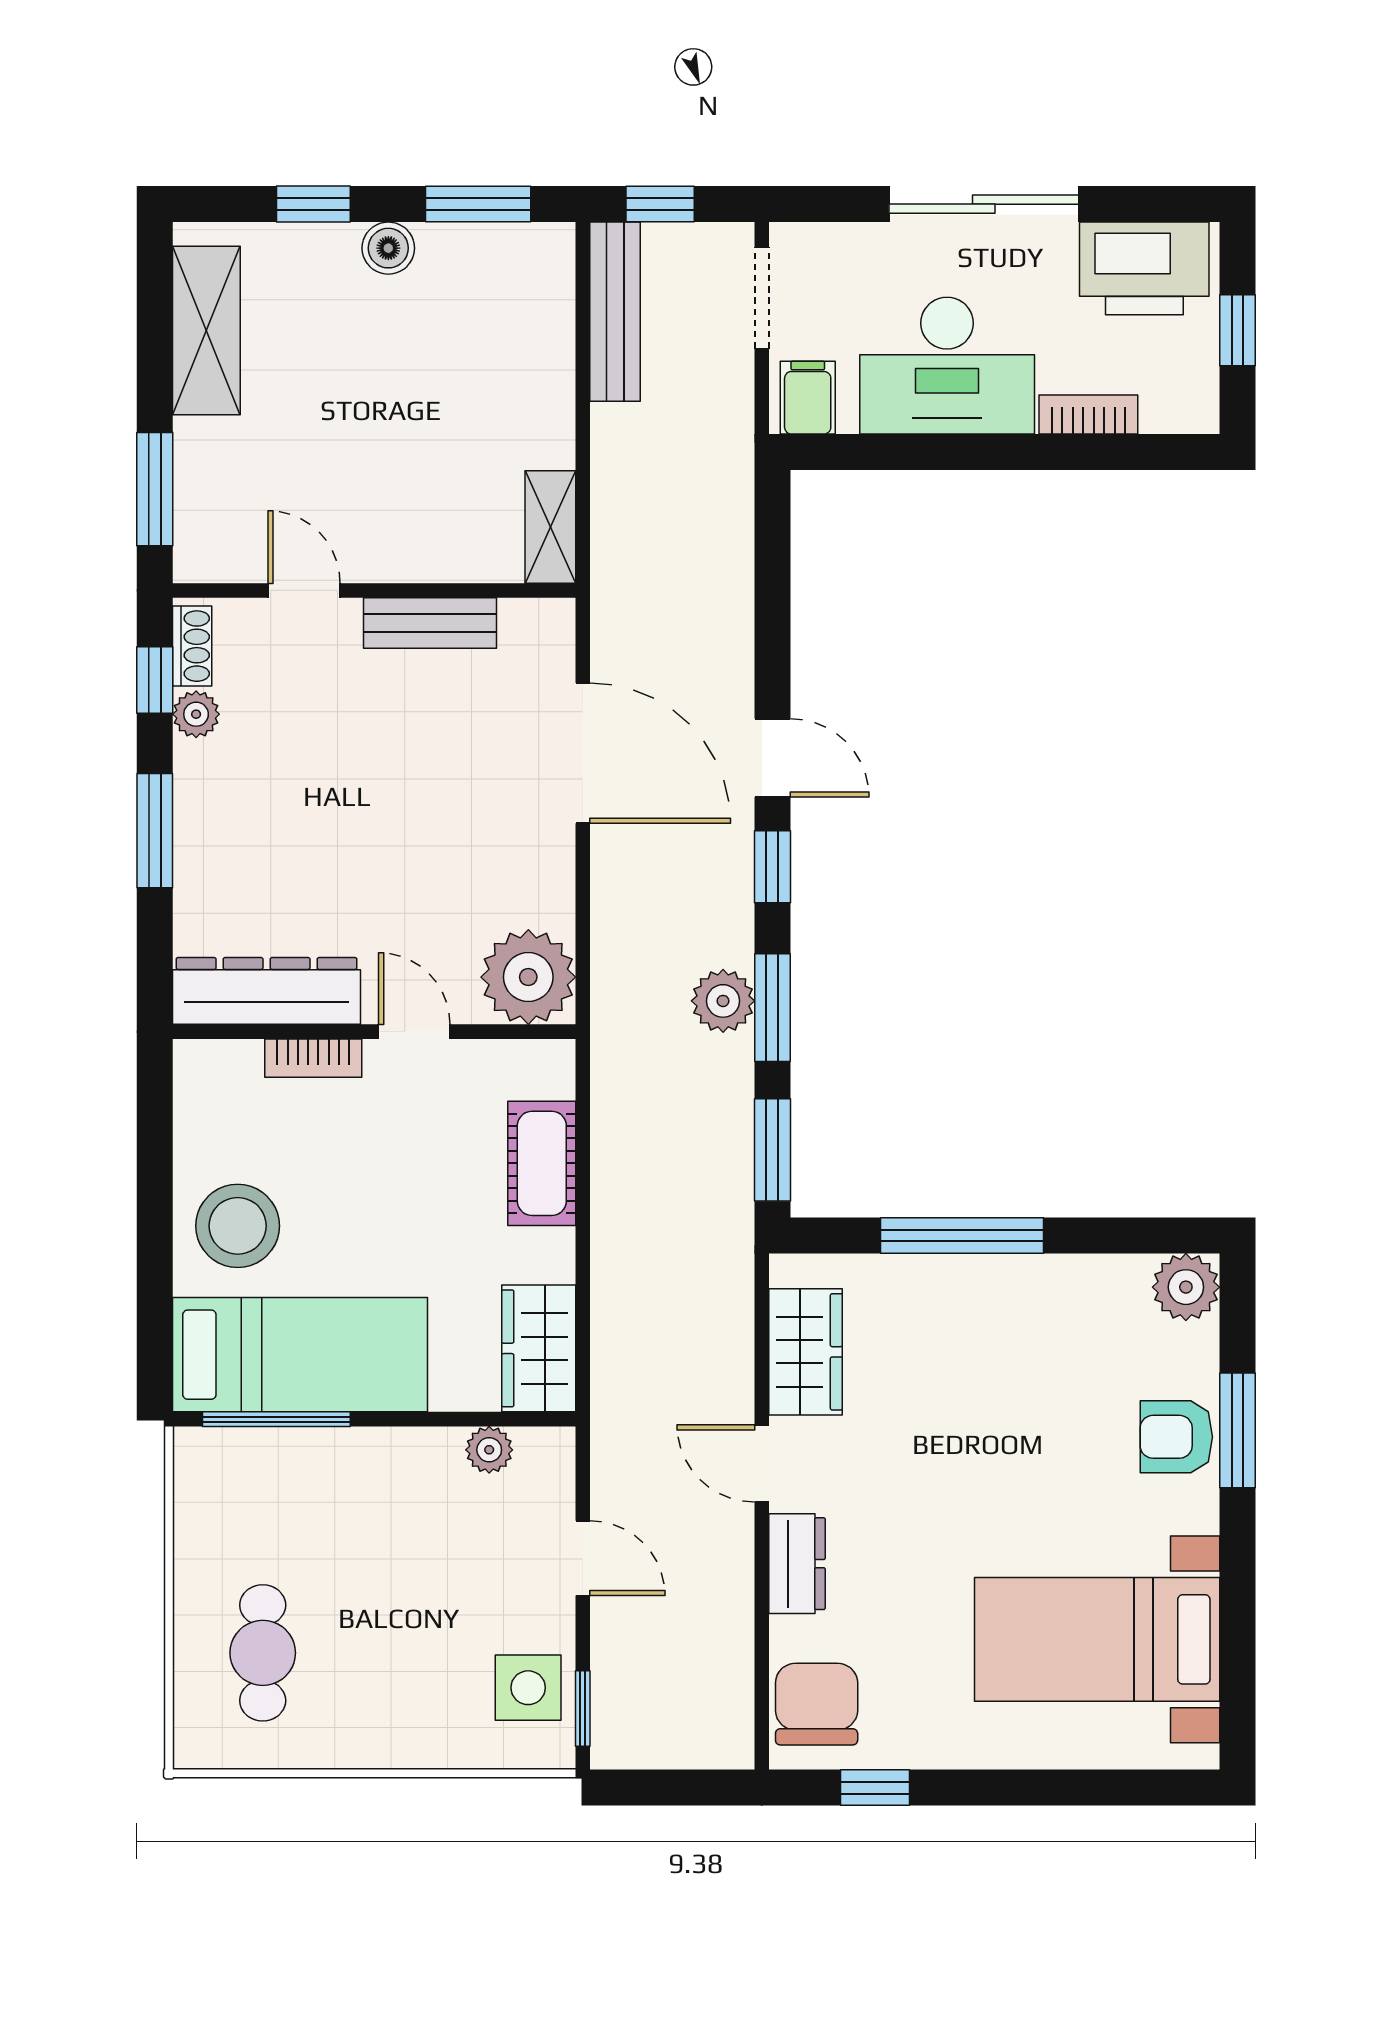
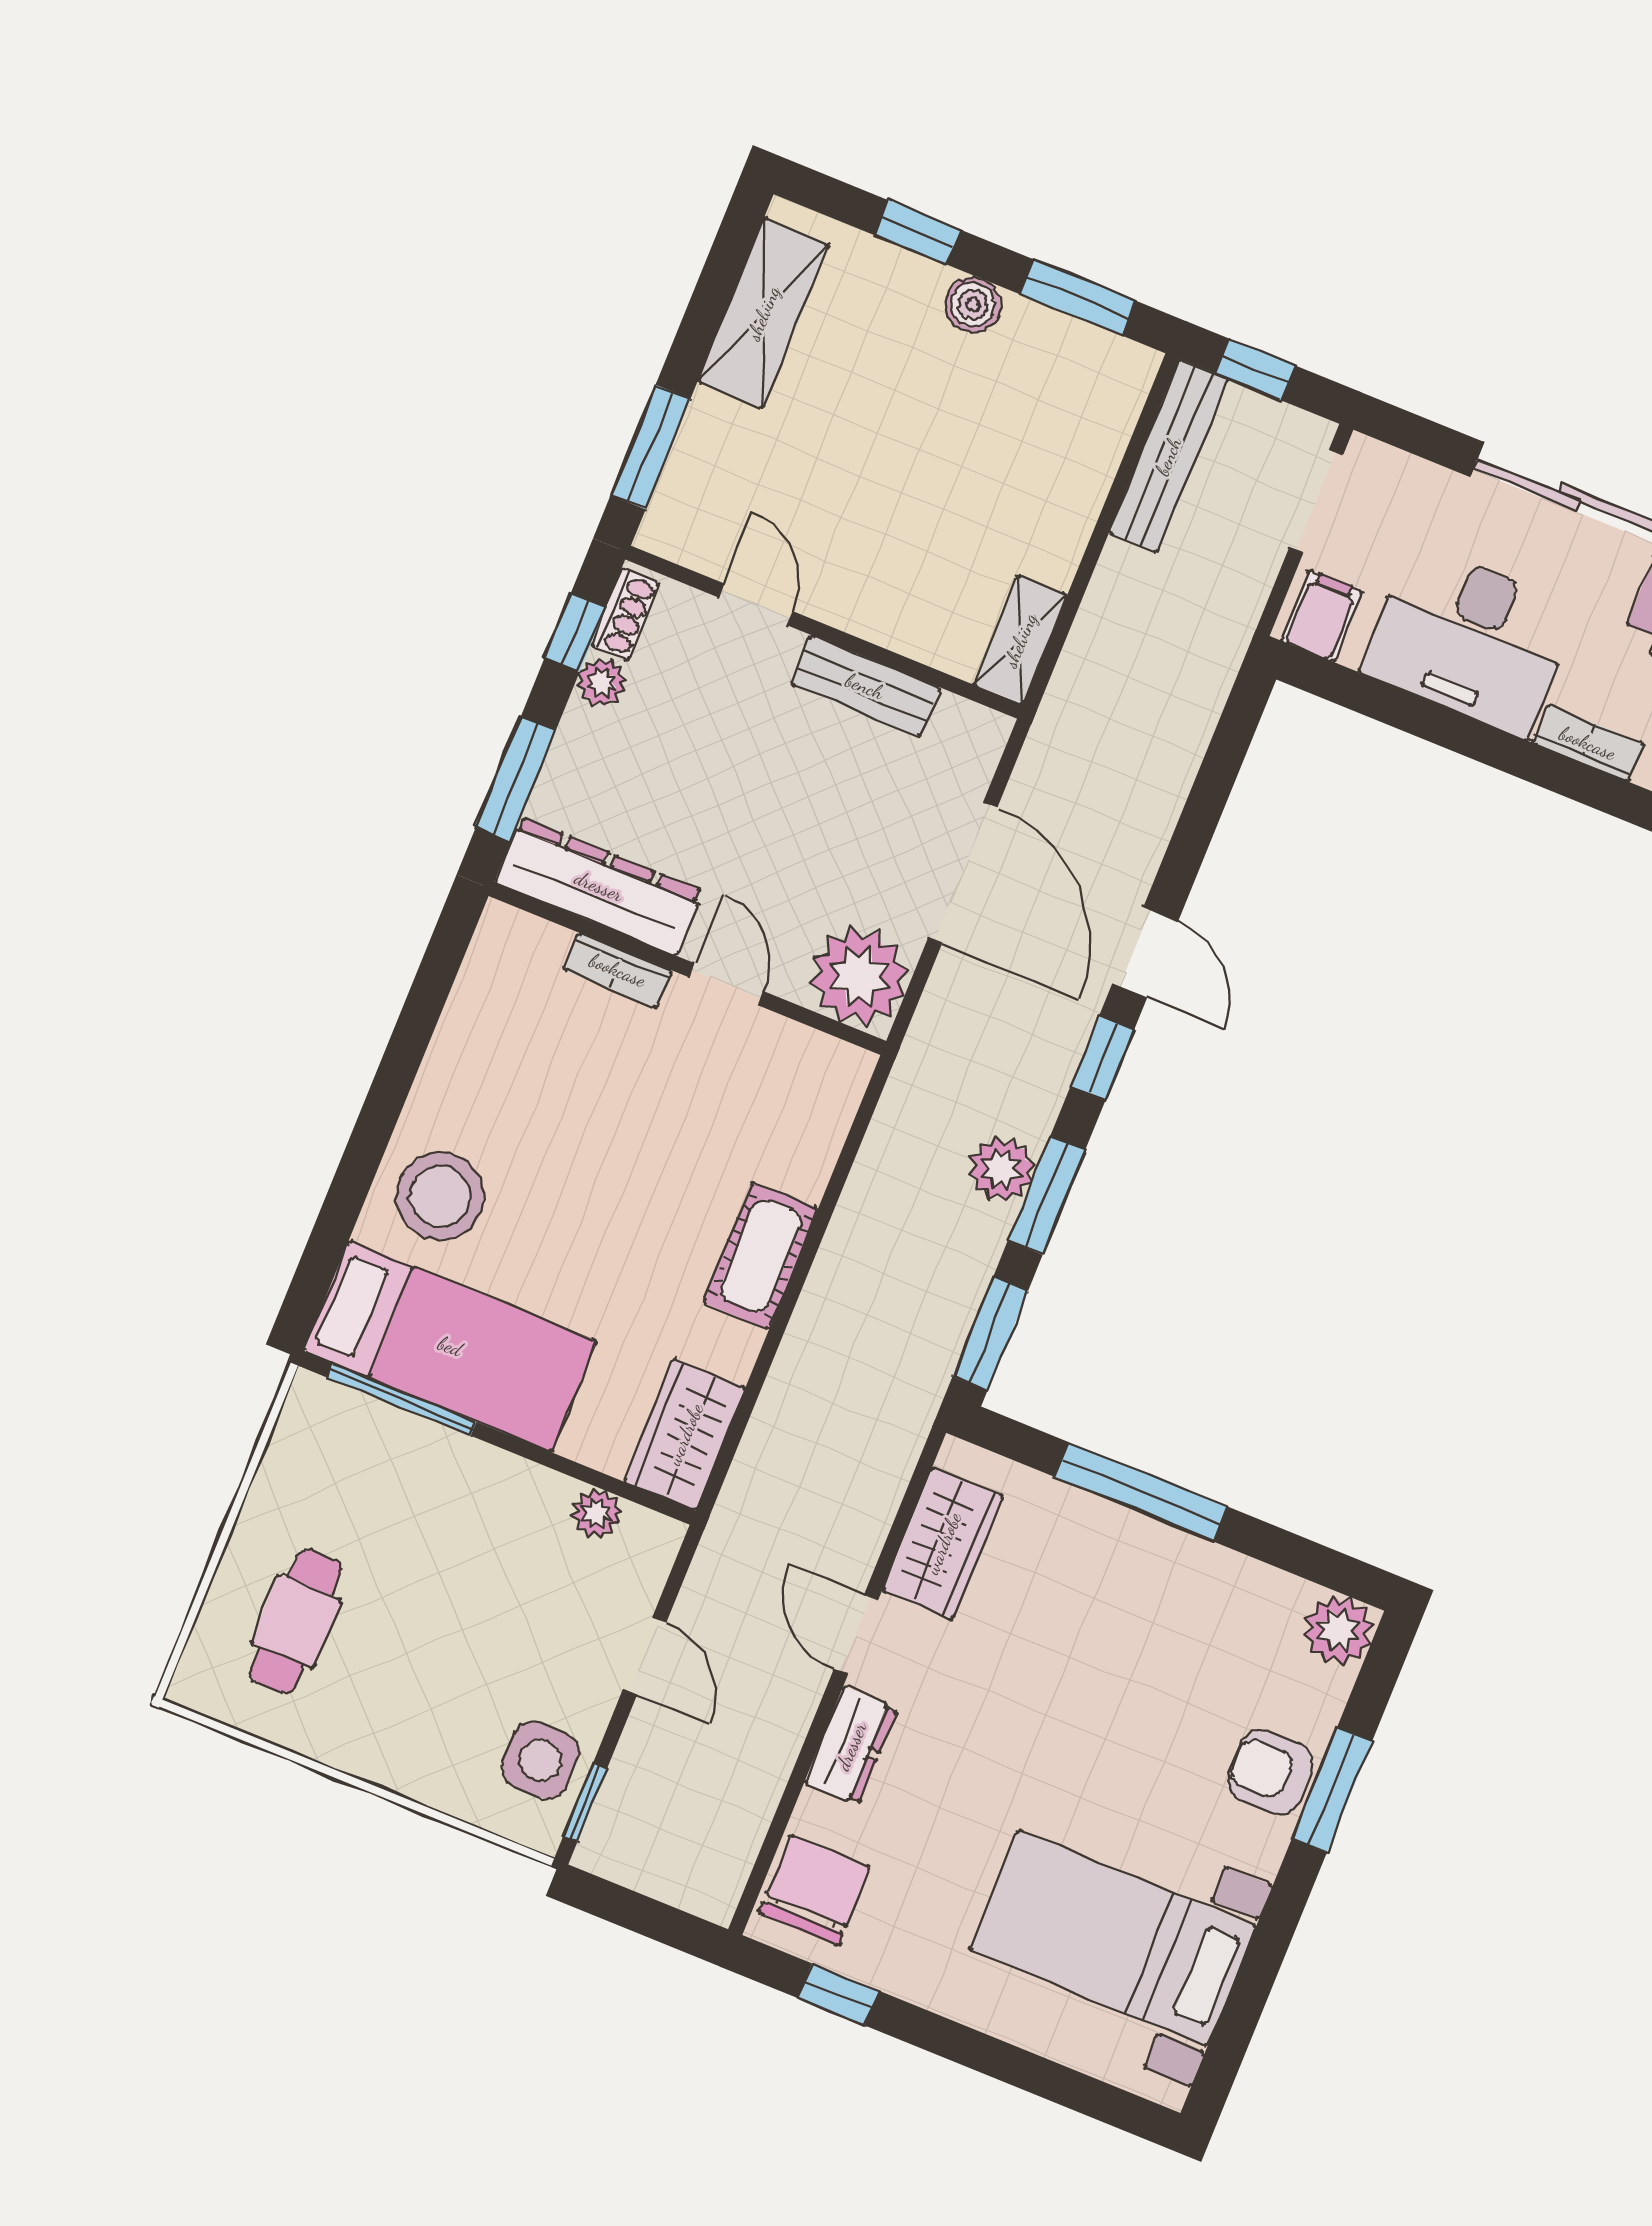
plant: (528, 977) -> (859, 976), moved
dresser: (267, 991) -> (599, 886), moved
wall: (374, 1032) -> (687, 968), moved
door: (414, 1032) -> (726, 984), moved
bookcase: (313, 1058) -> (618, 970), moved

